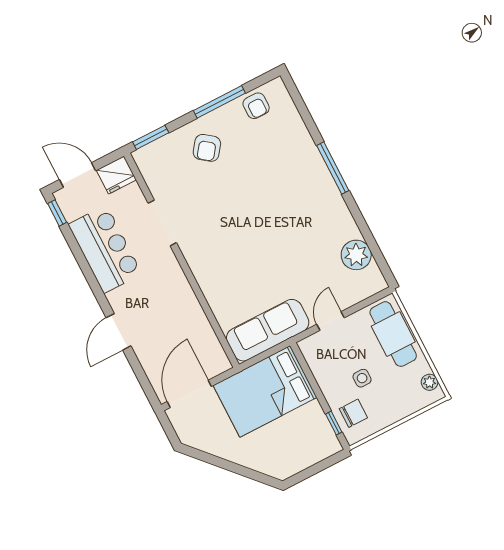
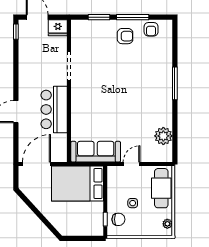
window: (151, 137) -> (99, 17), moved
armchair: (207, 148) -> (125, 36), moved, turned -127
bar counter: (105, 249) -> (54, 109), moved, turned 180

